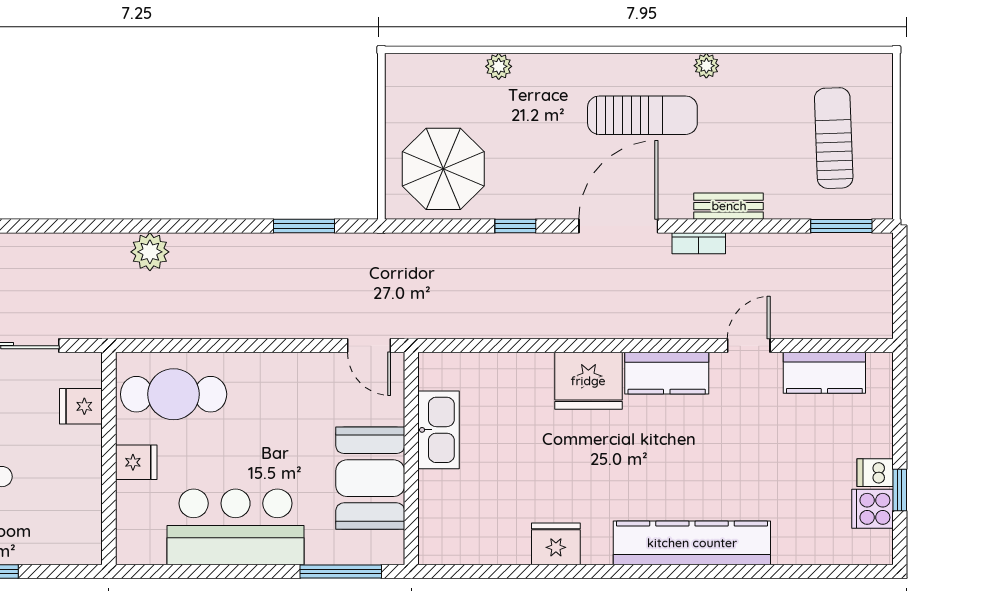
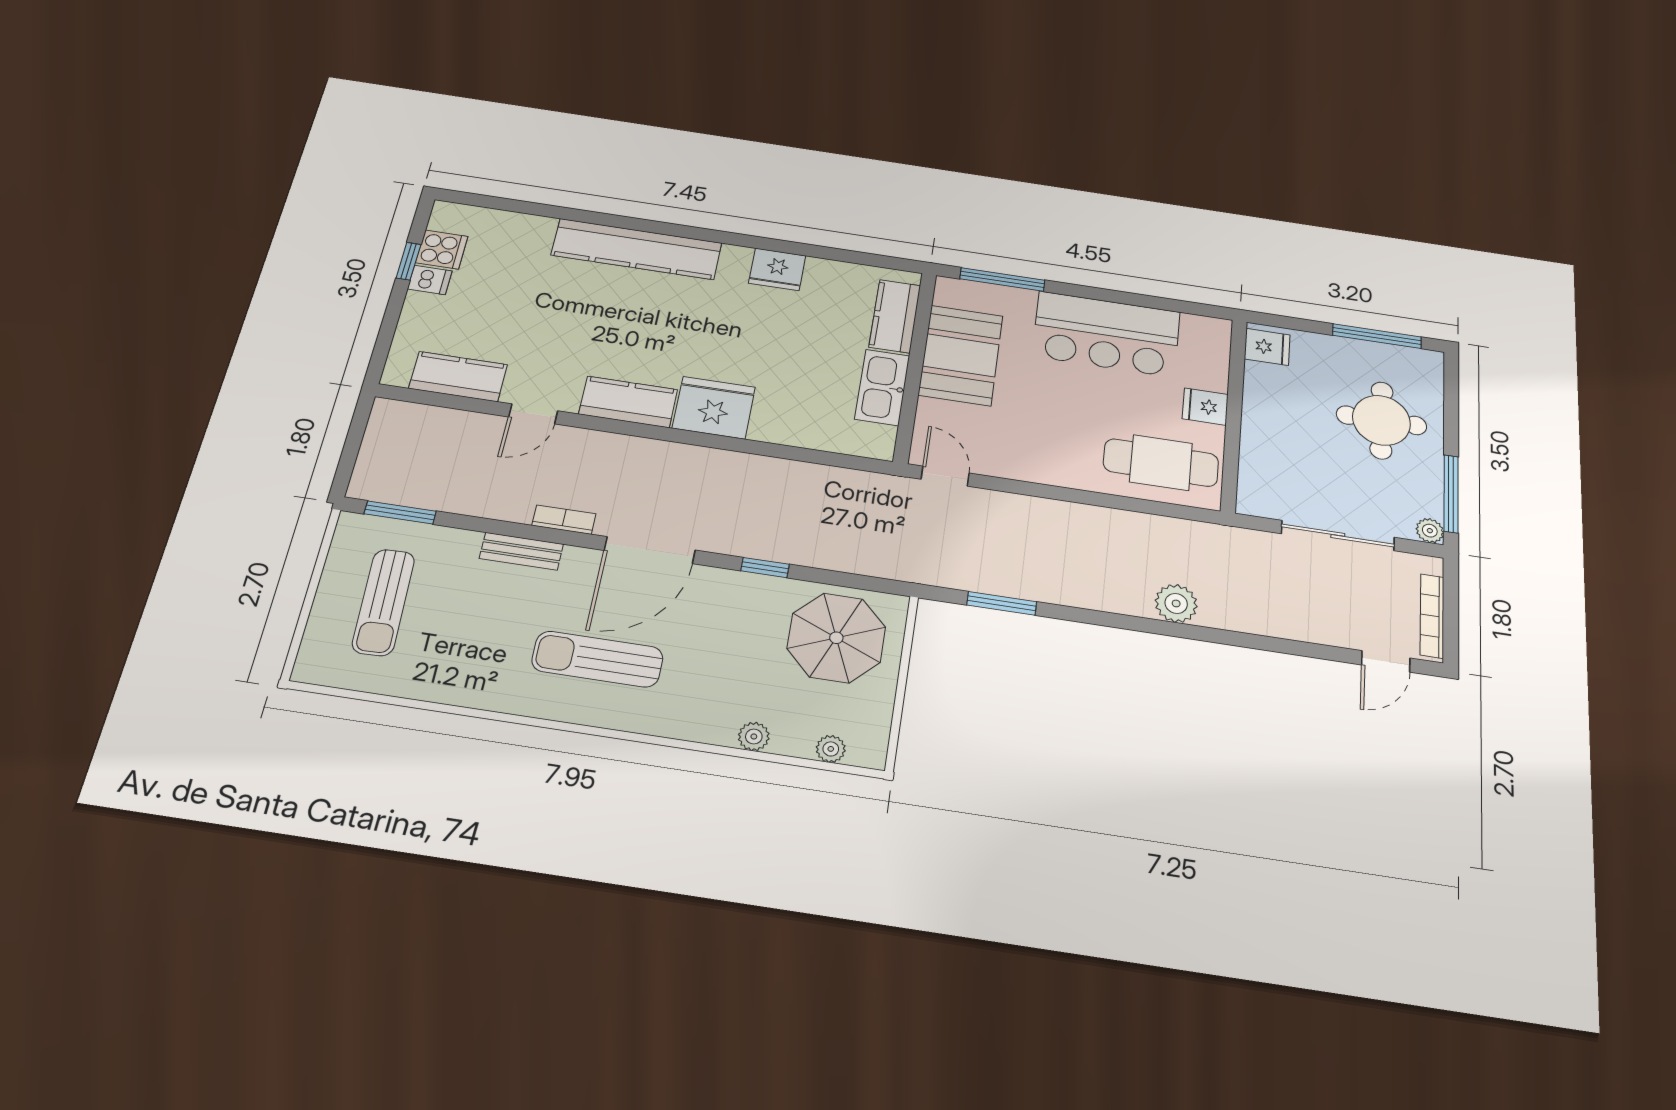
plant: (706, 66) -> (831, 749), moved
fridge: (81, 406) -> (1267, 347), moved
kitchen counter: (438, 511) -> (895, 316), added

